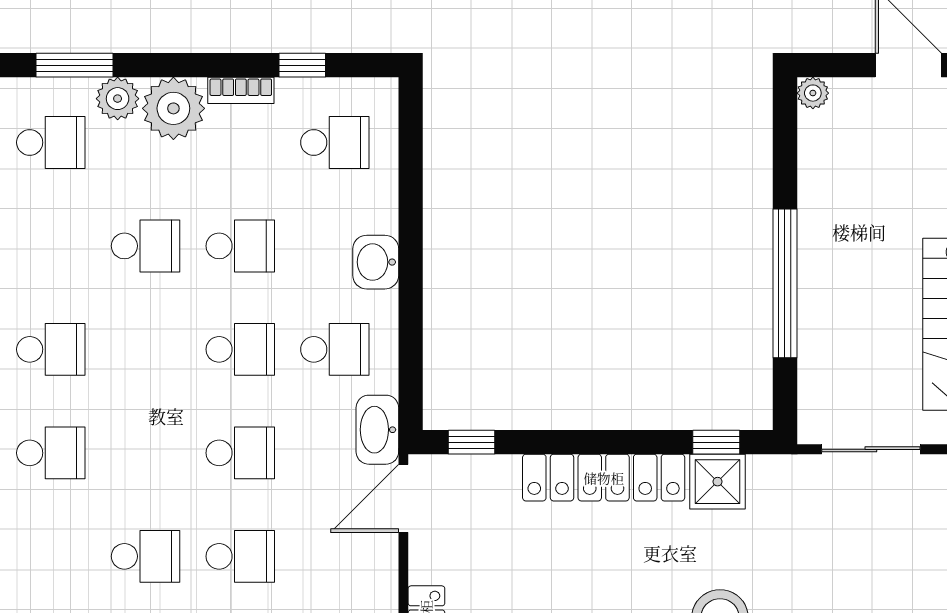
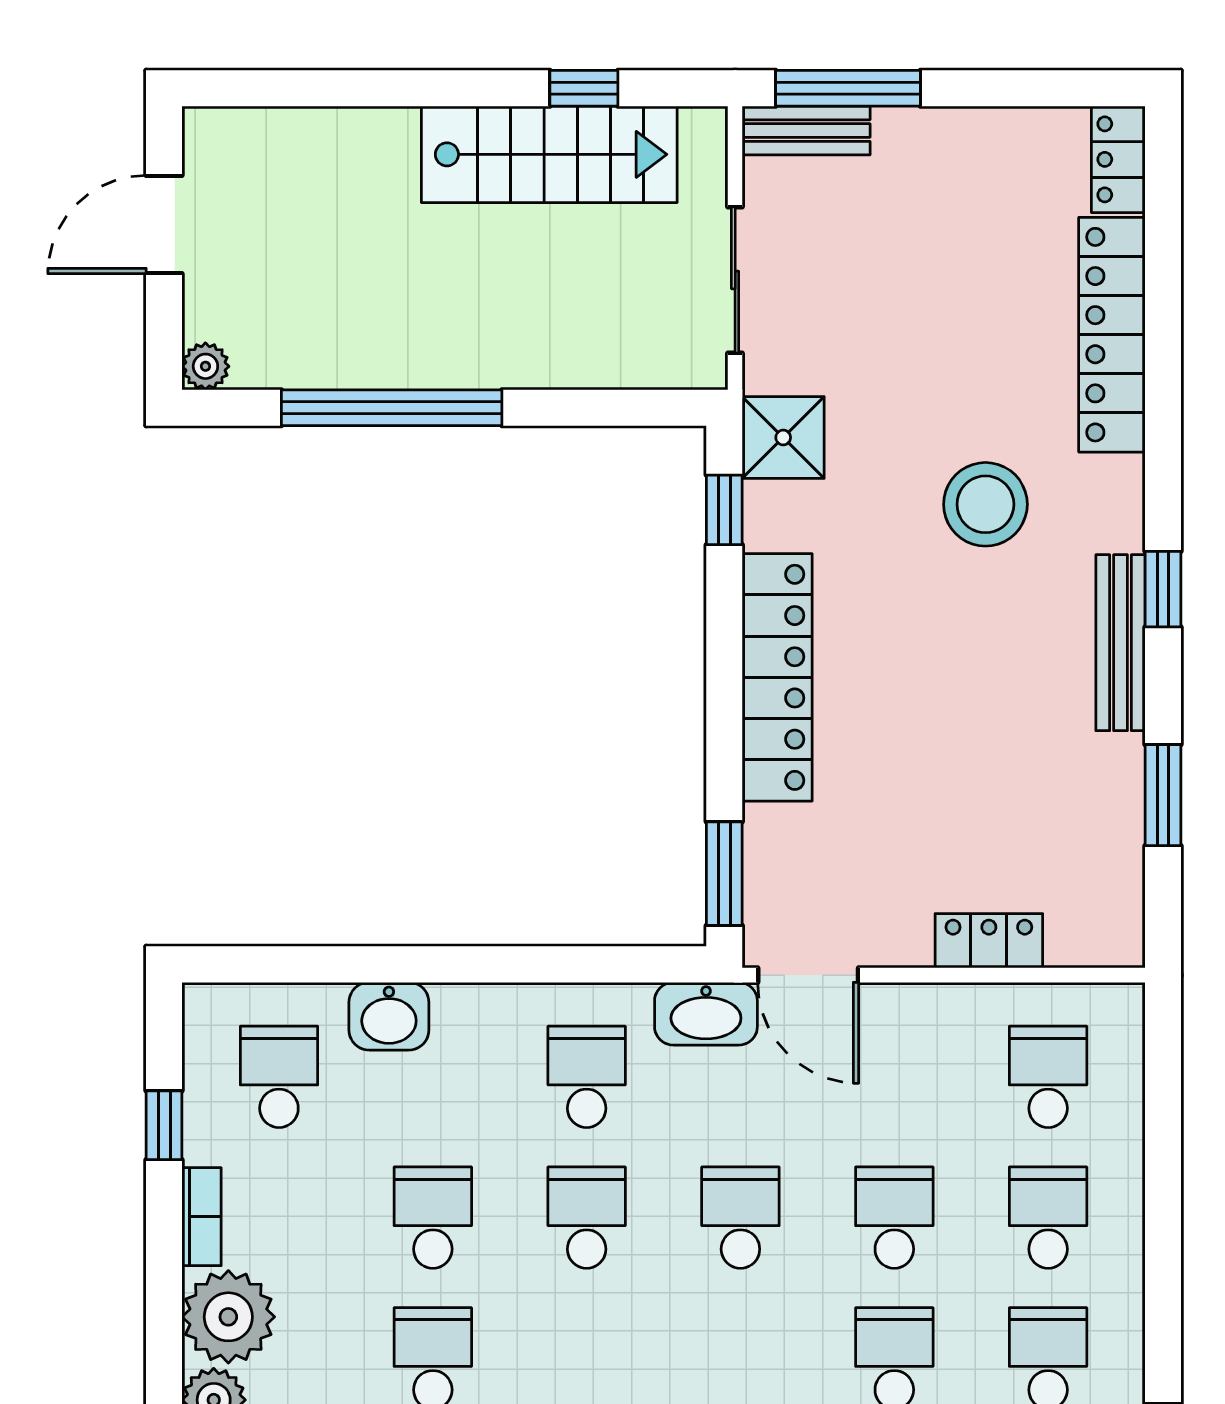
washbasin: (376, 262) -> (389, 1016), moved
window: (785, 283) -> (392, 408), moved
window: (472, 442) -> (724, 874), width x1.50
shower: (718, 482) -> (783, 438), moved

